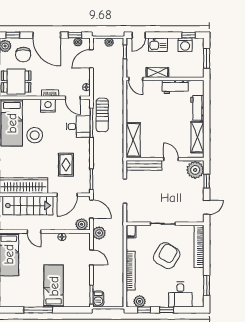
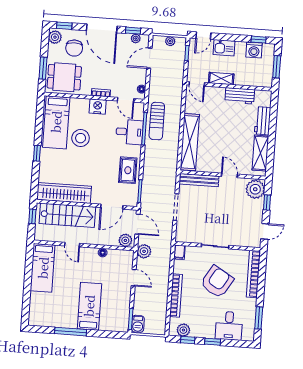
shelving: (133, 140) -> (190, 142), width x1.47
rug: (66, 165) -> (128, 170), moved

